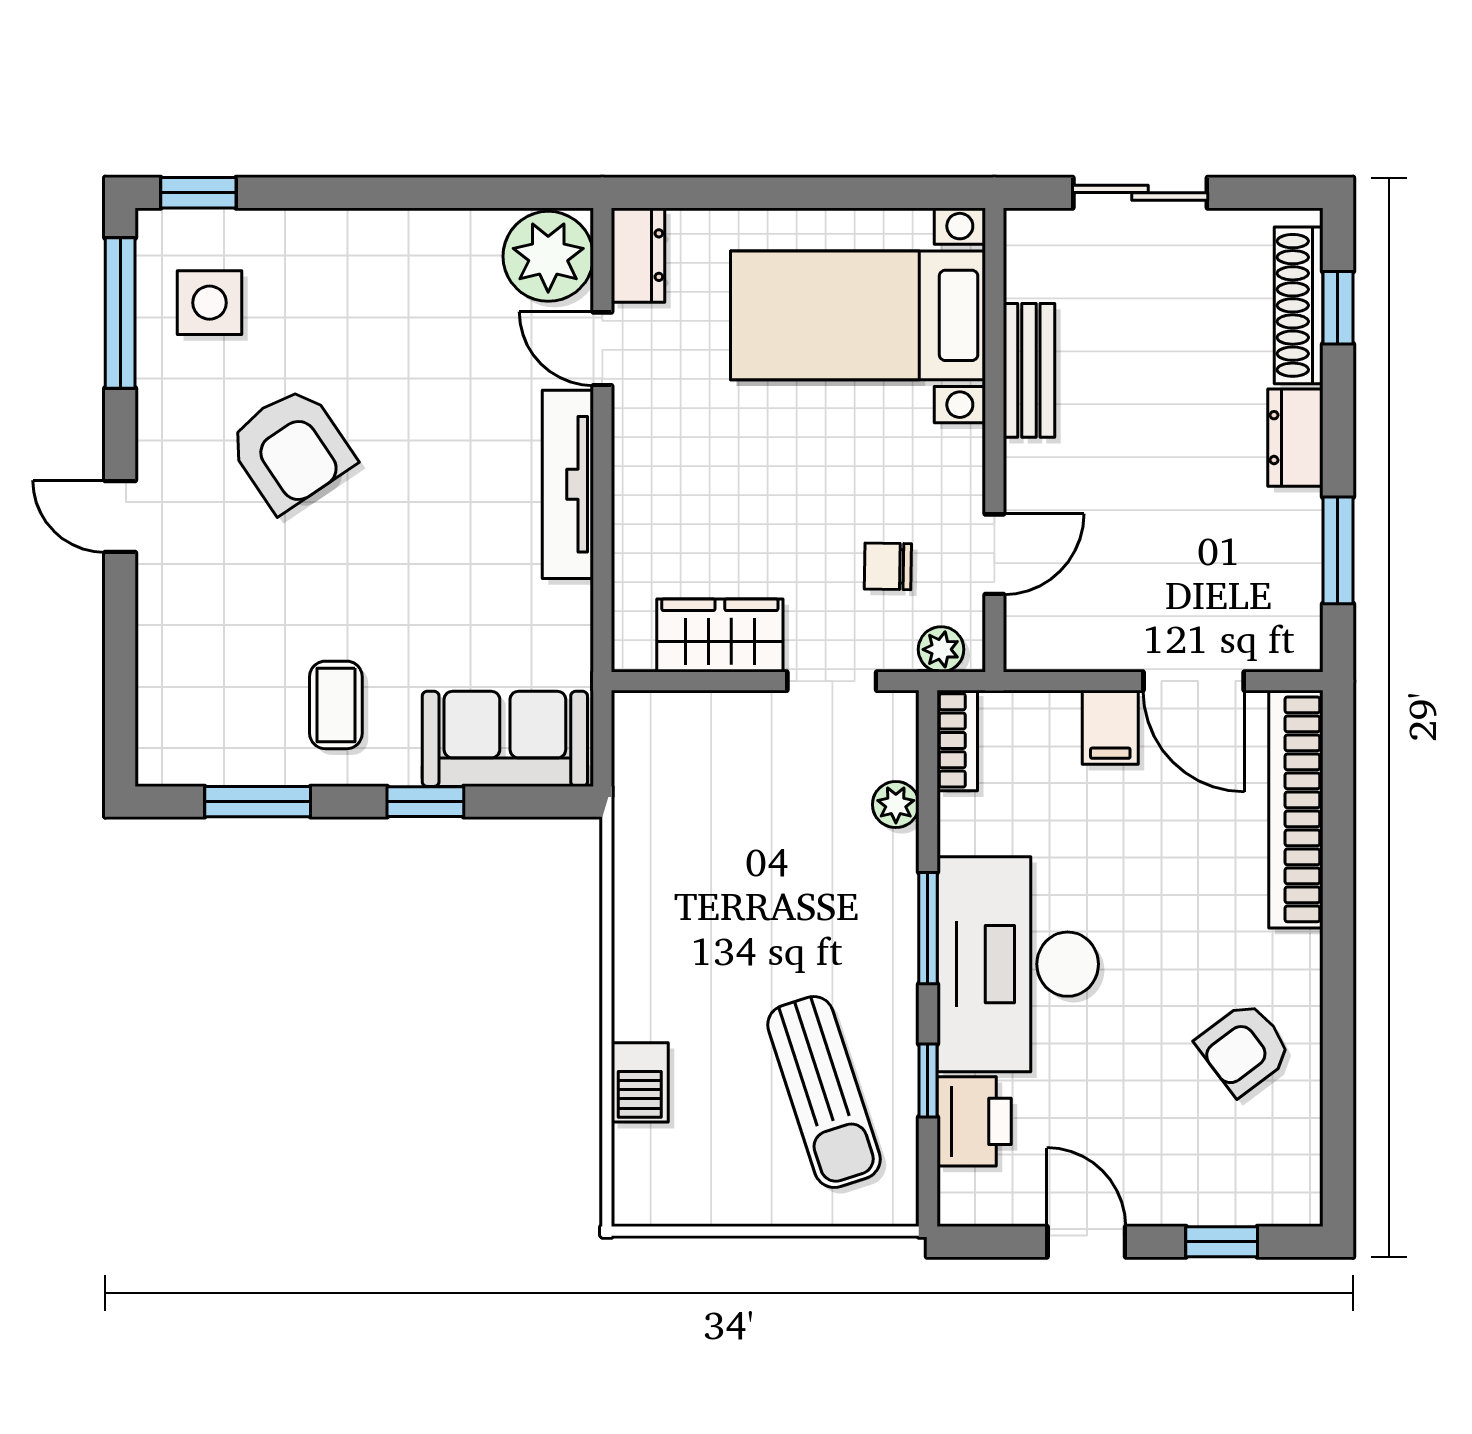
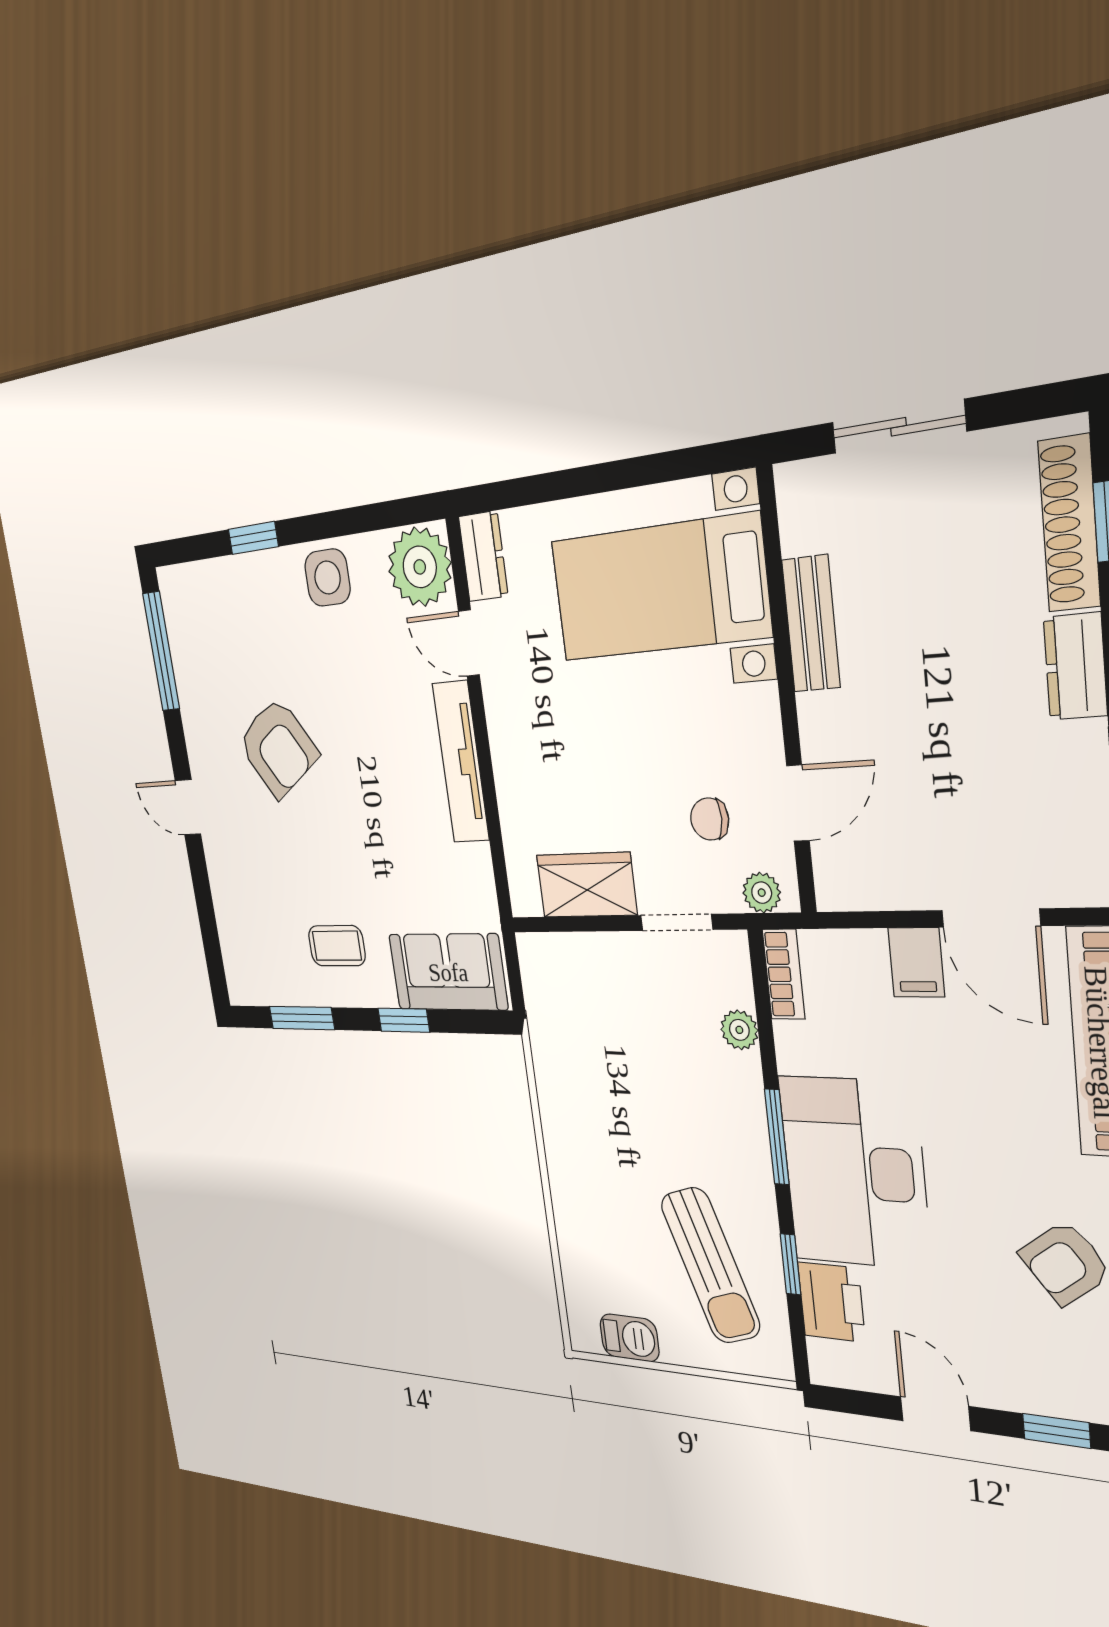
window: (198, 193) -> (253, 538), moved
side table: (210, 303) -> (328, 578), moved
coffee table: (336, 705) -> (337, 946), turned 90
barbecue: (640, 1082) -> (629, 1338), moved, turned -90

